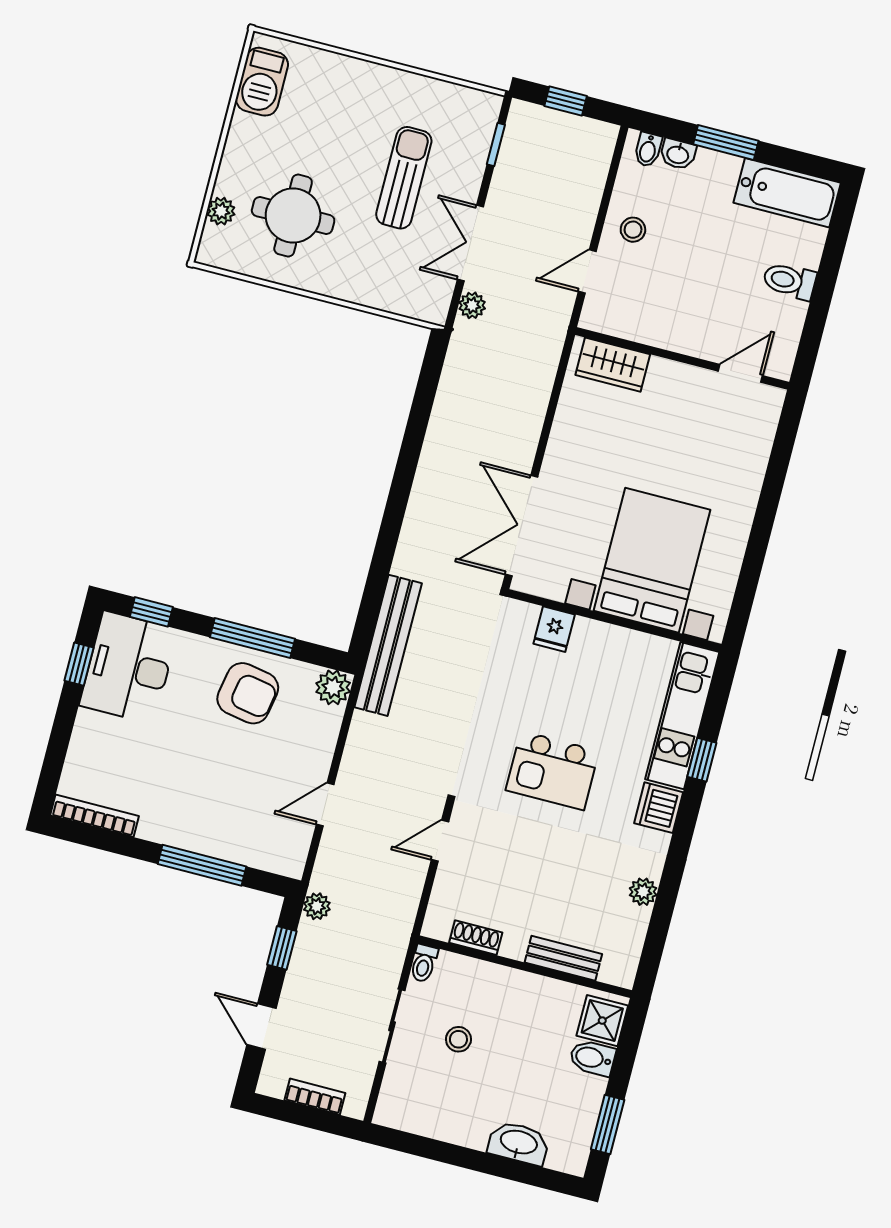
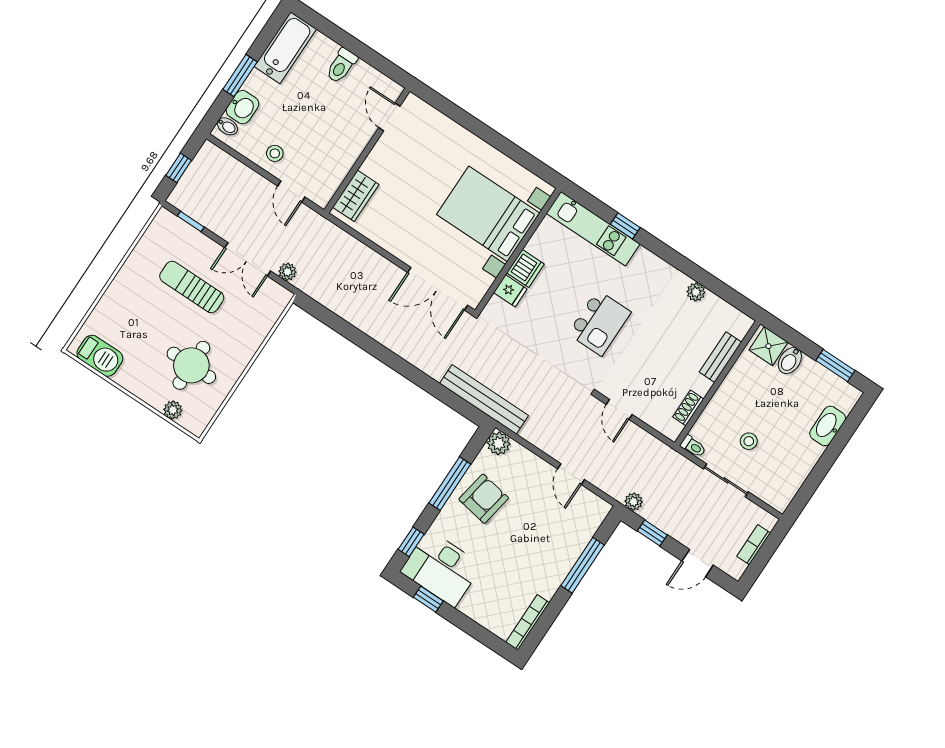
washbasin: (678, 154) -> (242, 107), width x1.38, depth x1.45
dishwasher: (659, 808) -> (525, 268), moved, turned -90

